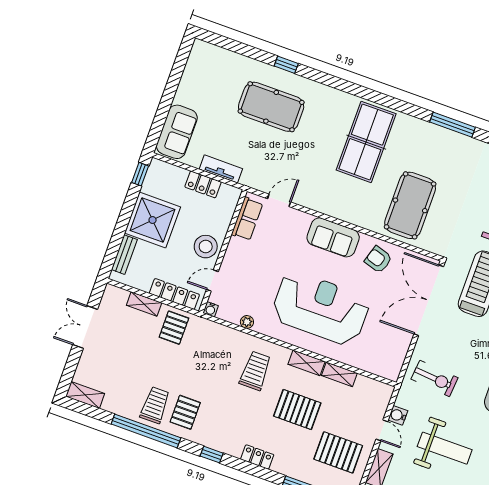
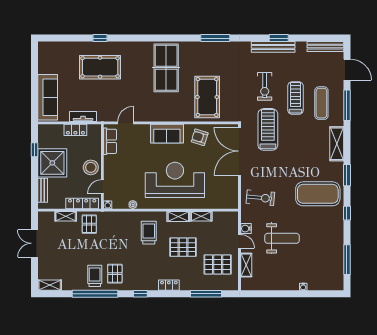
sofa: (177, 132) -> (48, 97), width x1.36
window: (140, 174) -> (35, 150), moved

